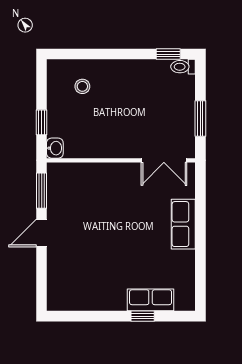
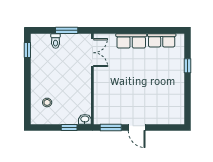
toilet: (183, 67) -> (56, 41), moved
row of seats: (151, 300) -> (162, 40), moved, turned -90

